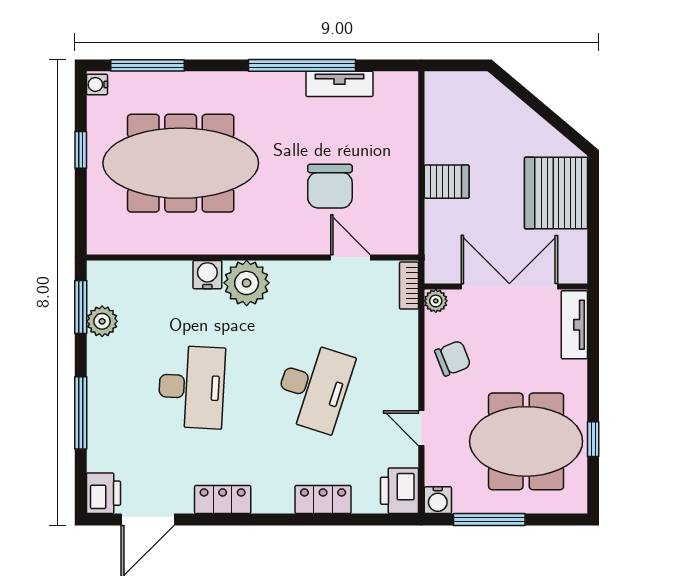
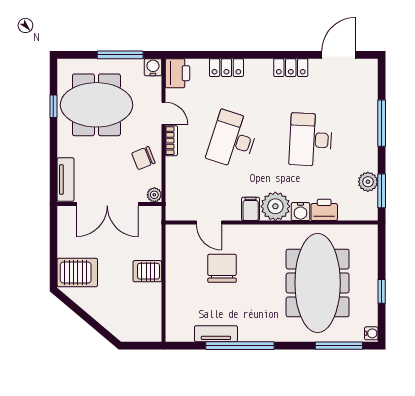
meeting table: (181, 163) -> (318, 283), turned 90
server rack: (556, 193) -> (77, 273), width x0.62
filing cabinet: (285, 279) -> (251, 209), added
bookcase: (409, 286) -> (171, 141), moved
printer: (104, 493) -> (324, 210), moved, turned 90

